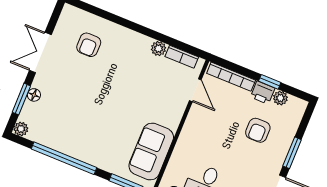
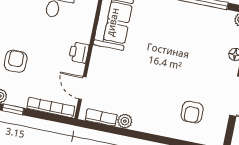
armchair: (89, 45) -> (192, 112), turned 180
printer: (263, 93) -> (79, 53), moved, turned -90

